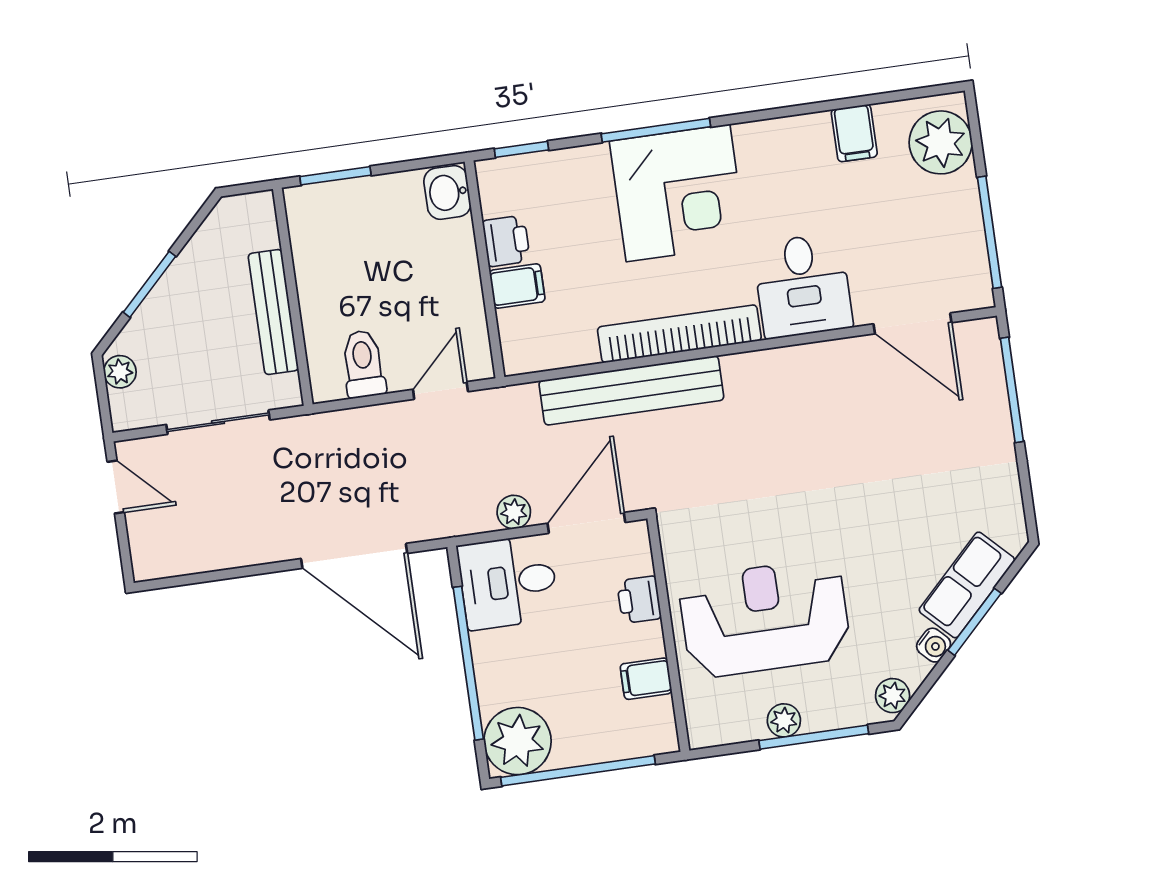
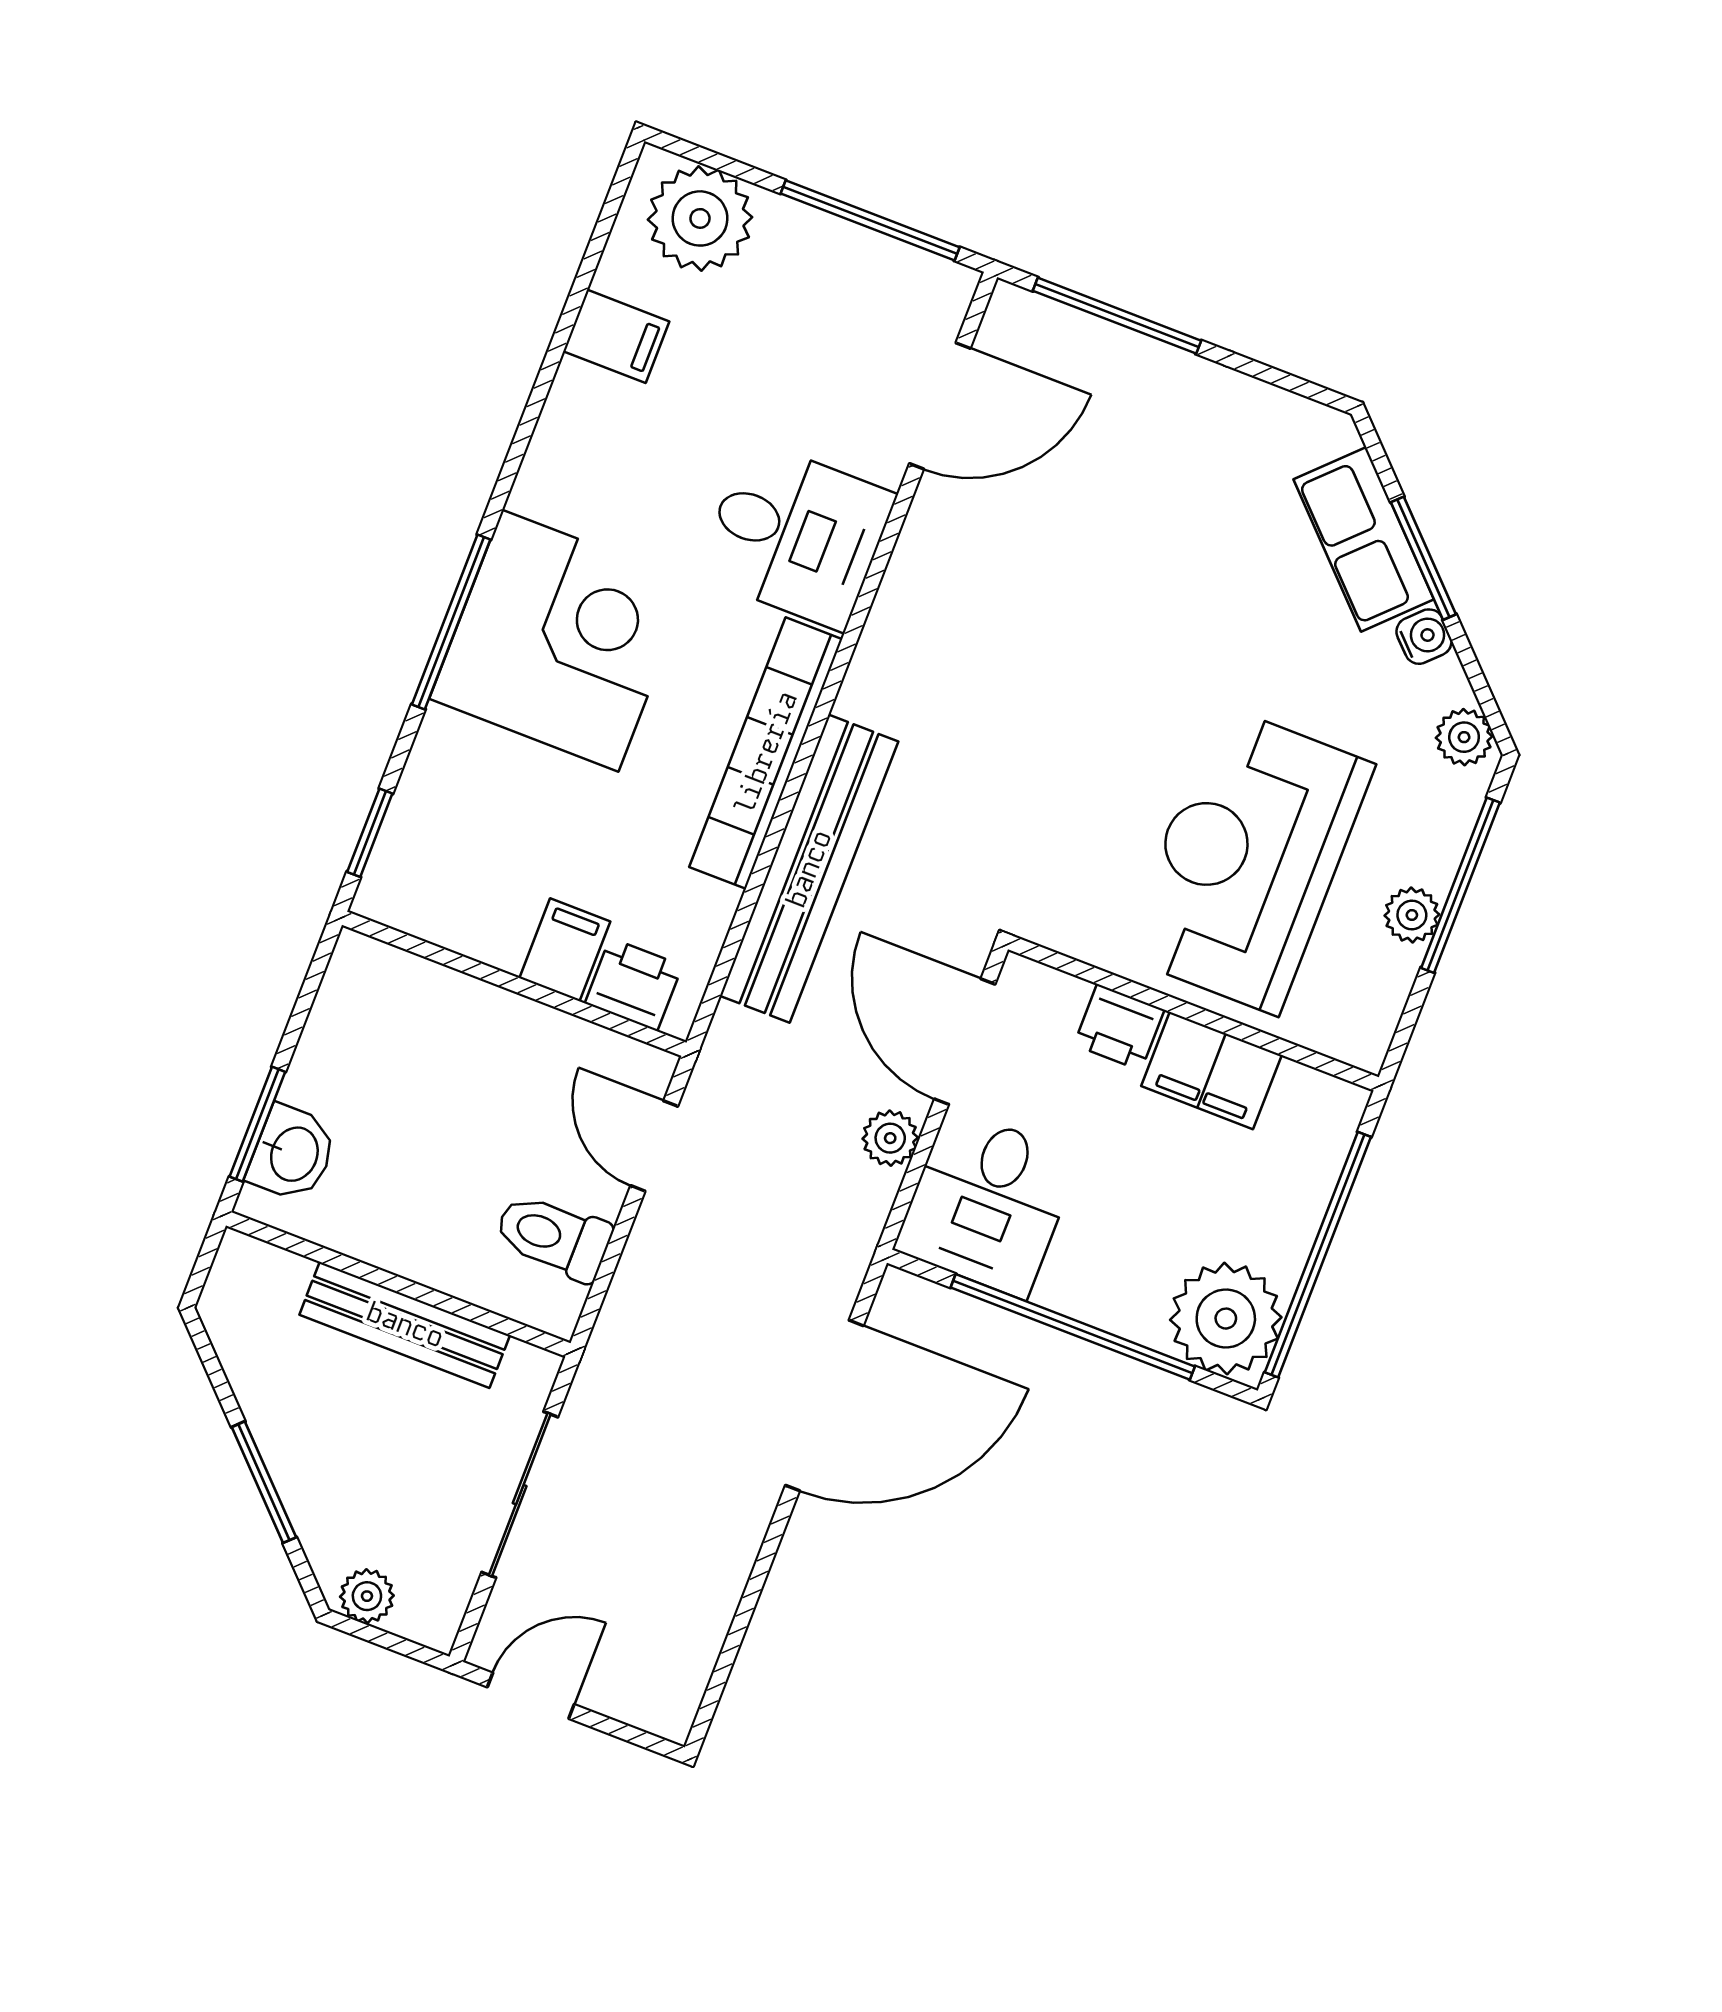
washbasin: (447, 192) -> (292, 1153), moved, turned -90
printer: (506, 241) -> (634, 984), moved
filing cabinet: (646, 679) -> (1211, 1071), width x2.00

